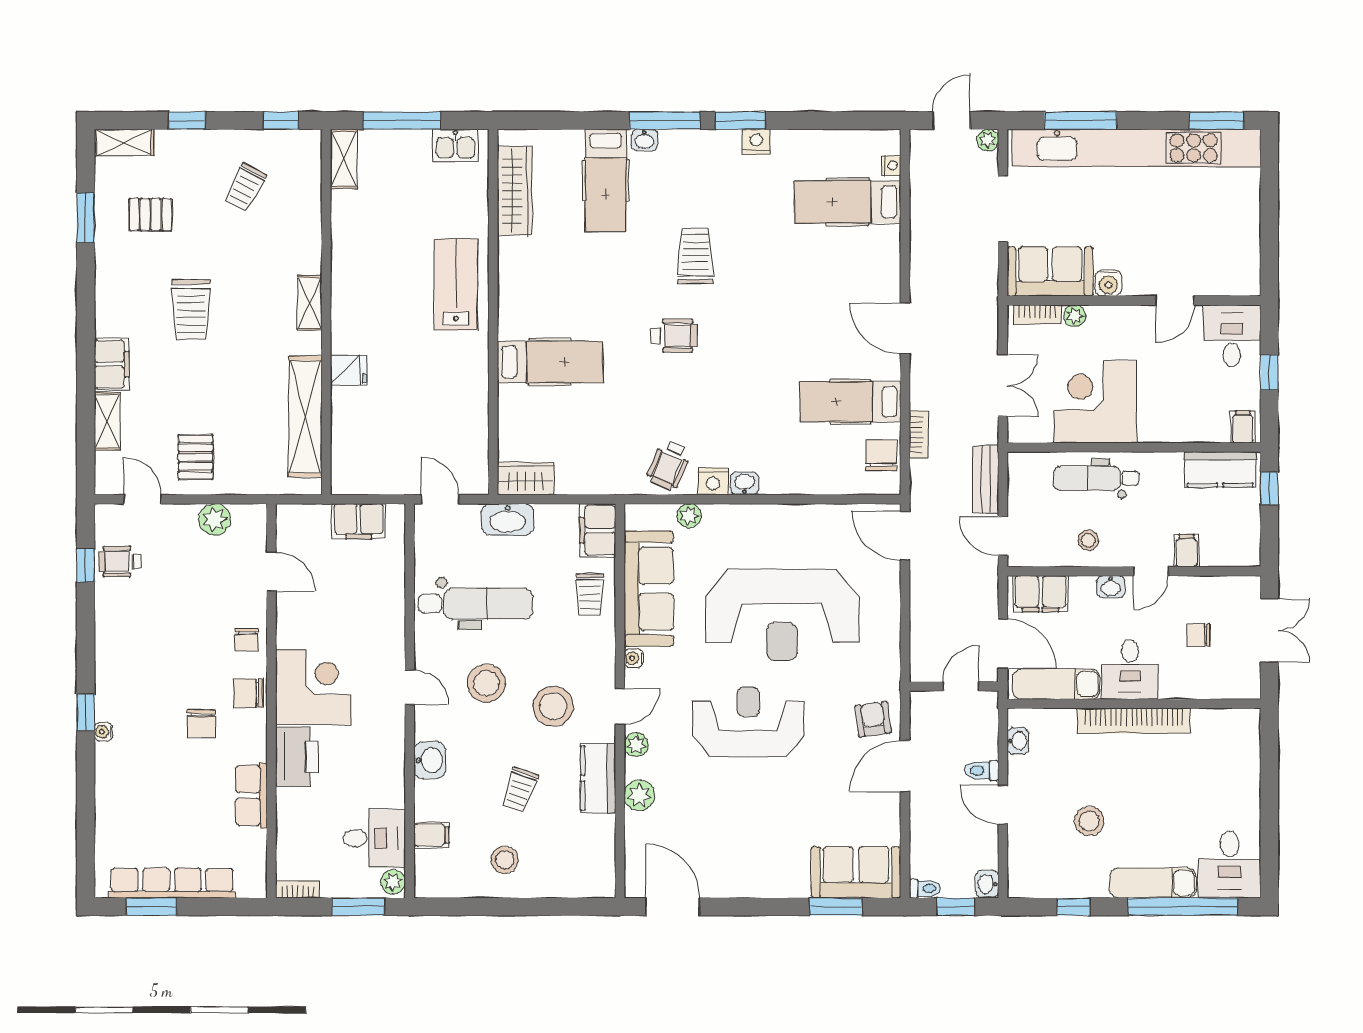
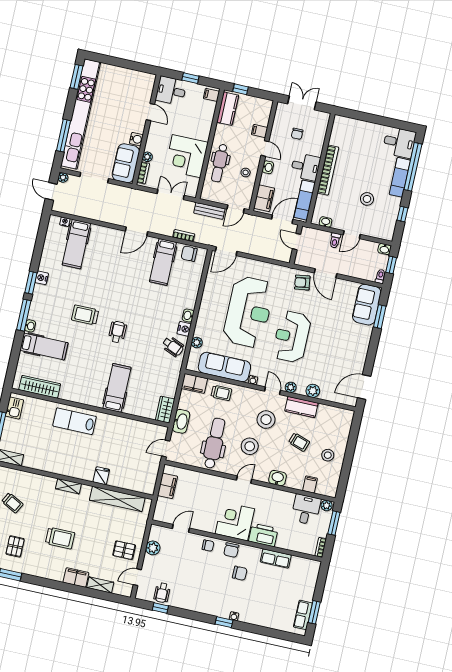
row of seats: (172, 883) -> (303, 615), width x0.50

